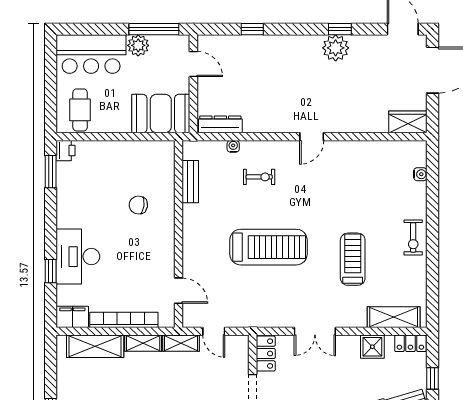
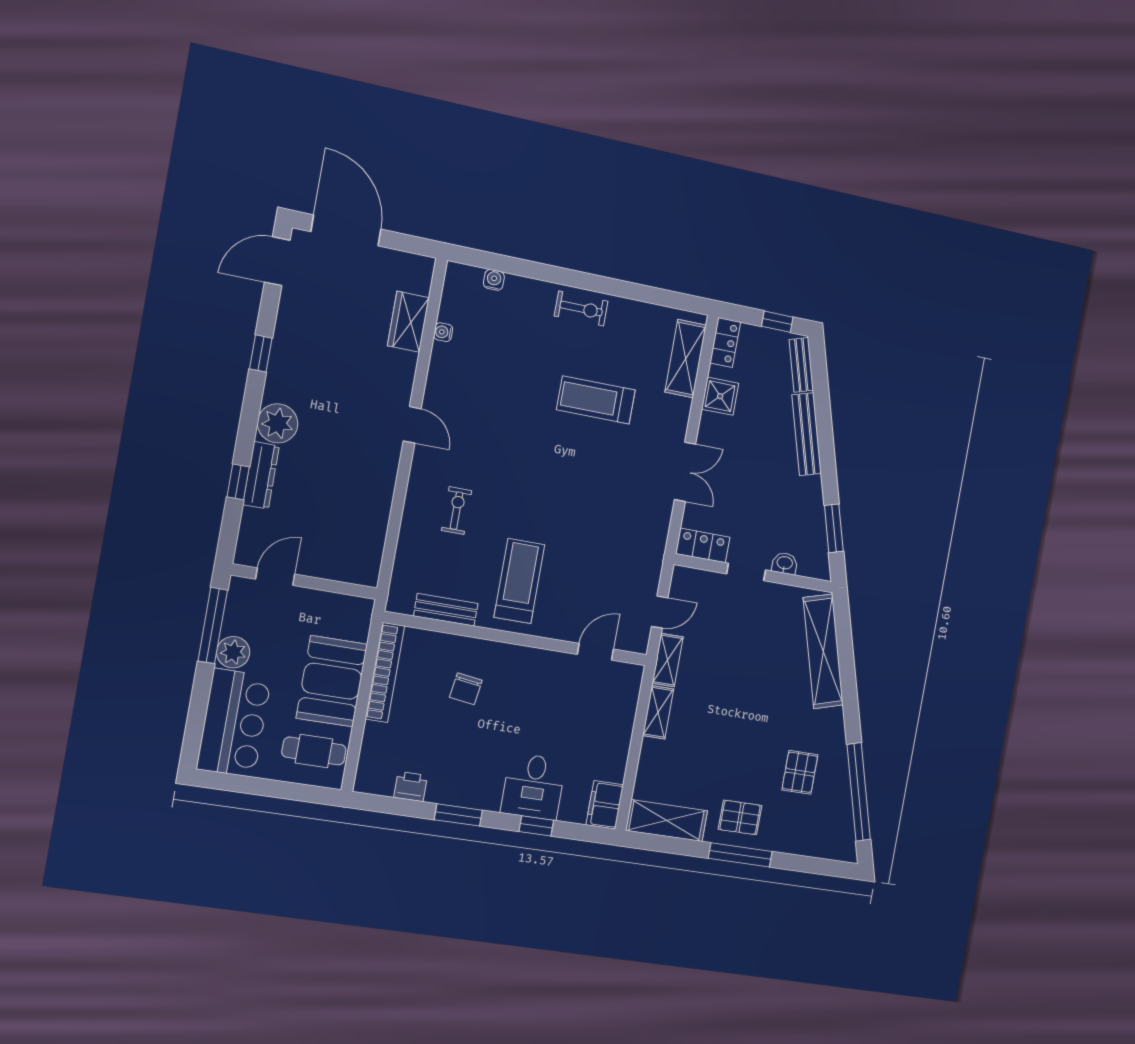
plant: (336, 48) -> (278, 423), moved
booth: (161, 114) -> (332, 681), moved
wardrobe: (408, 122) -> (408, 322), moved
dresser: (220, 124) -> (261, 475), moved, turned 180
water cooler: (233, 146) -> (443, 332), moved
printer: (65, 151) -> (411, 786), moved
window: (51, 172) -> (458, 815), moved
treadmill: (268, 247) -> (519, 581), moved, width x0.73, depth x0.73
desk: (78, 257) -> (533, 786), width x0.73
bookcase: (124, 320) -> (385, 672), moved, turned 180
shelving: (95, 346) -> (667, 821), moved, turned 90

